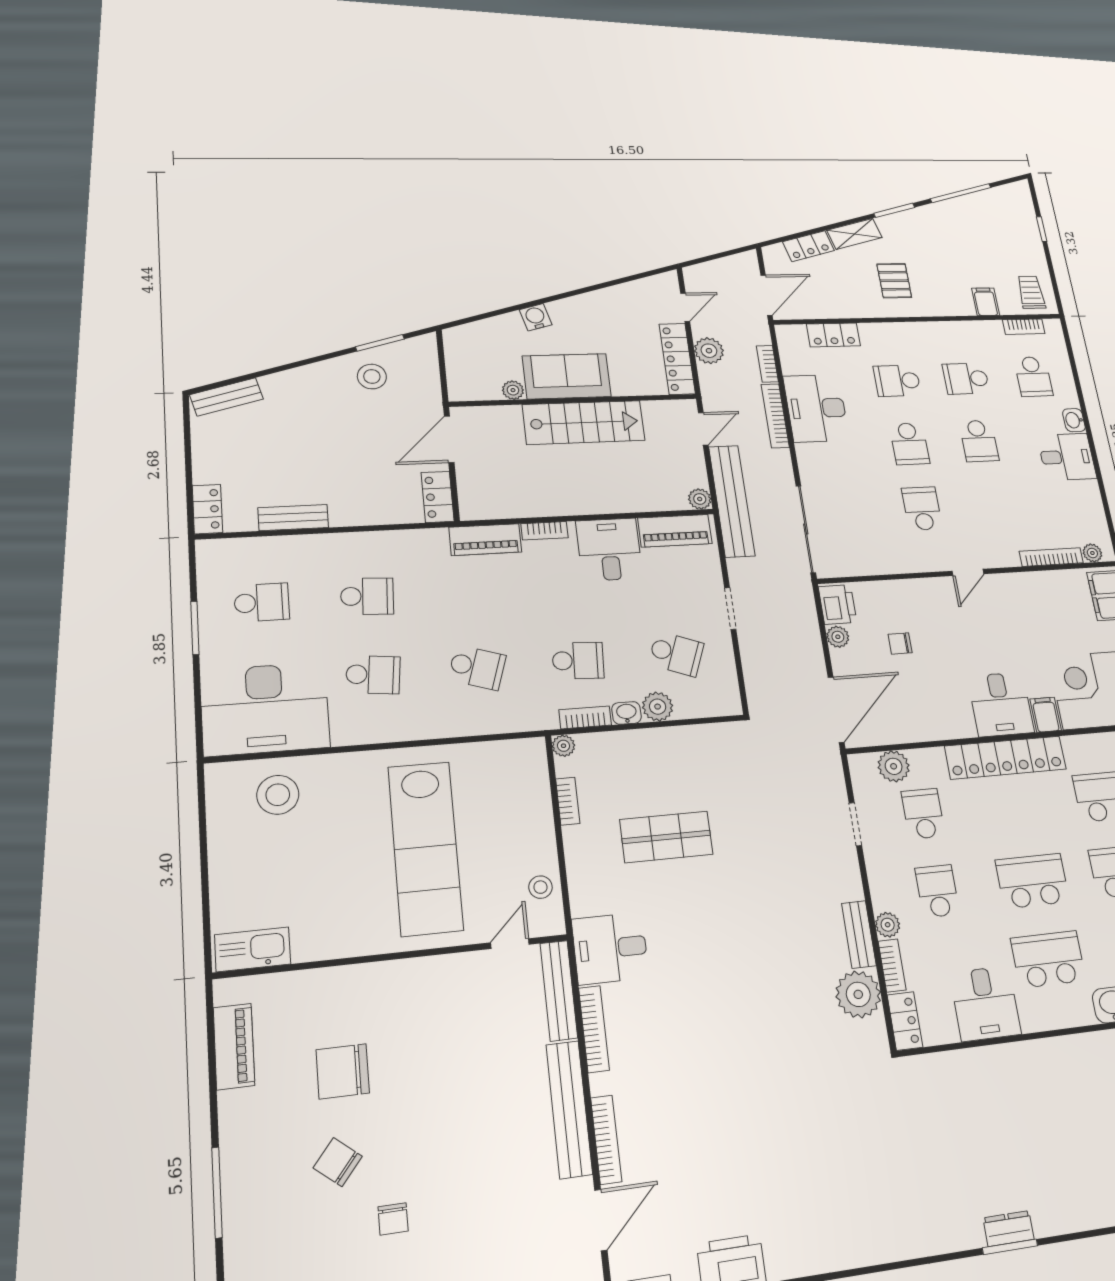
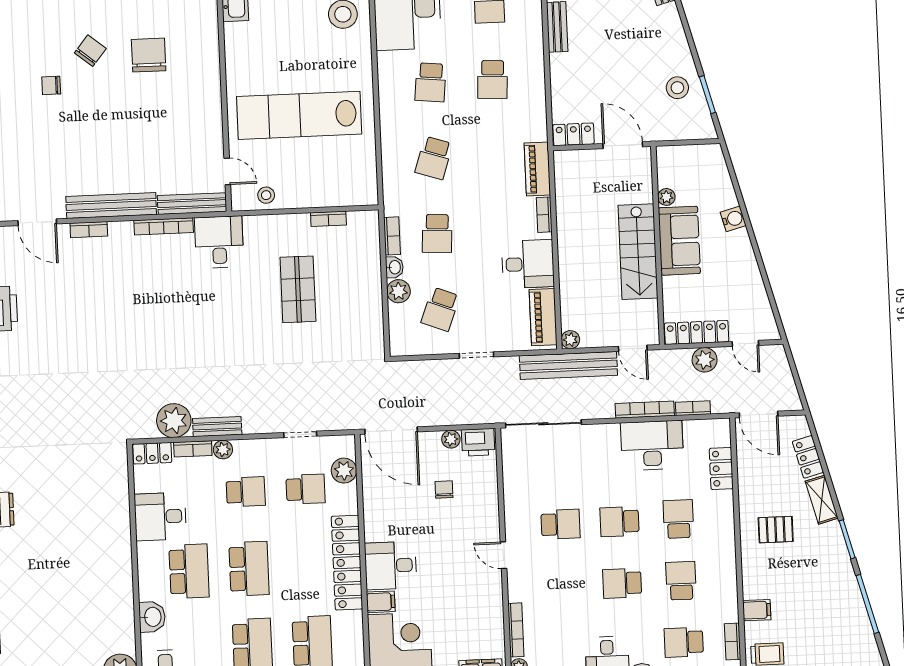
plant: (564, 746) -> (371, 218), removed
bookcase: (606, 1140) -> (89, 230), width x0.64

